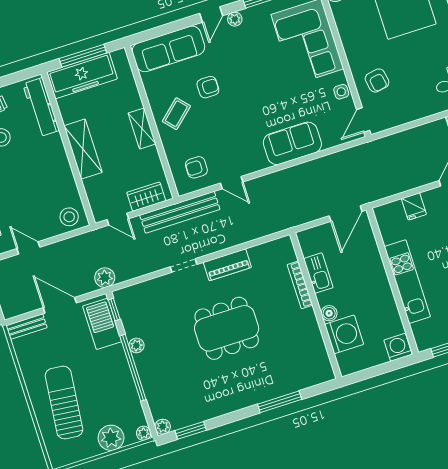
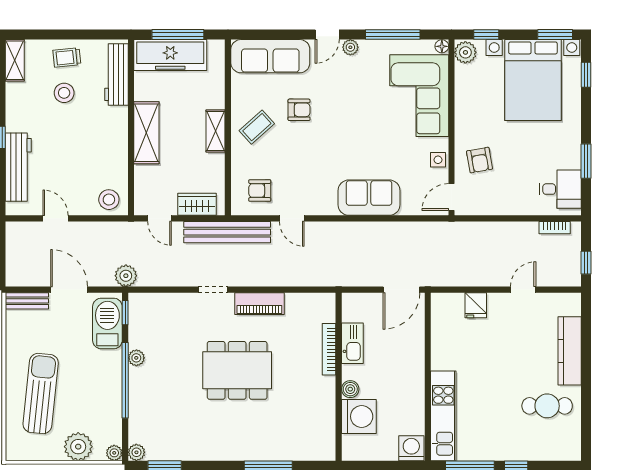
kitchen unit: (407, 282) -> (443, 416), moved

